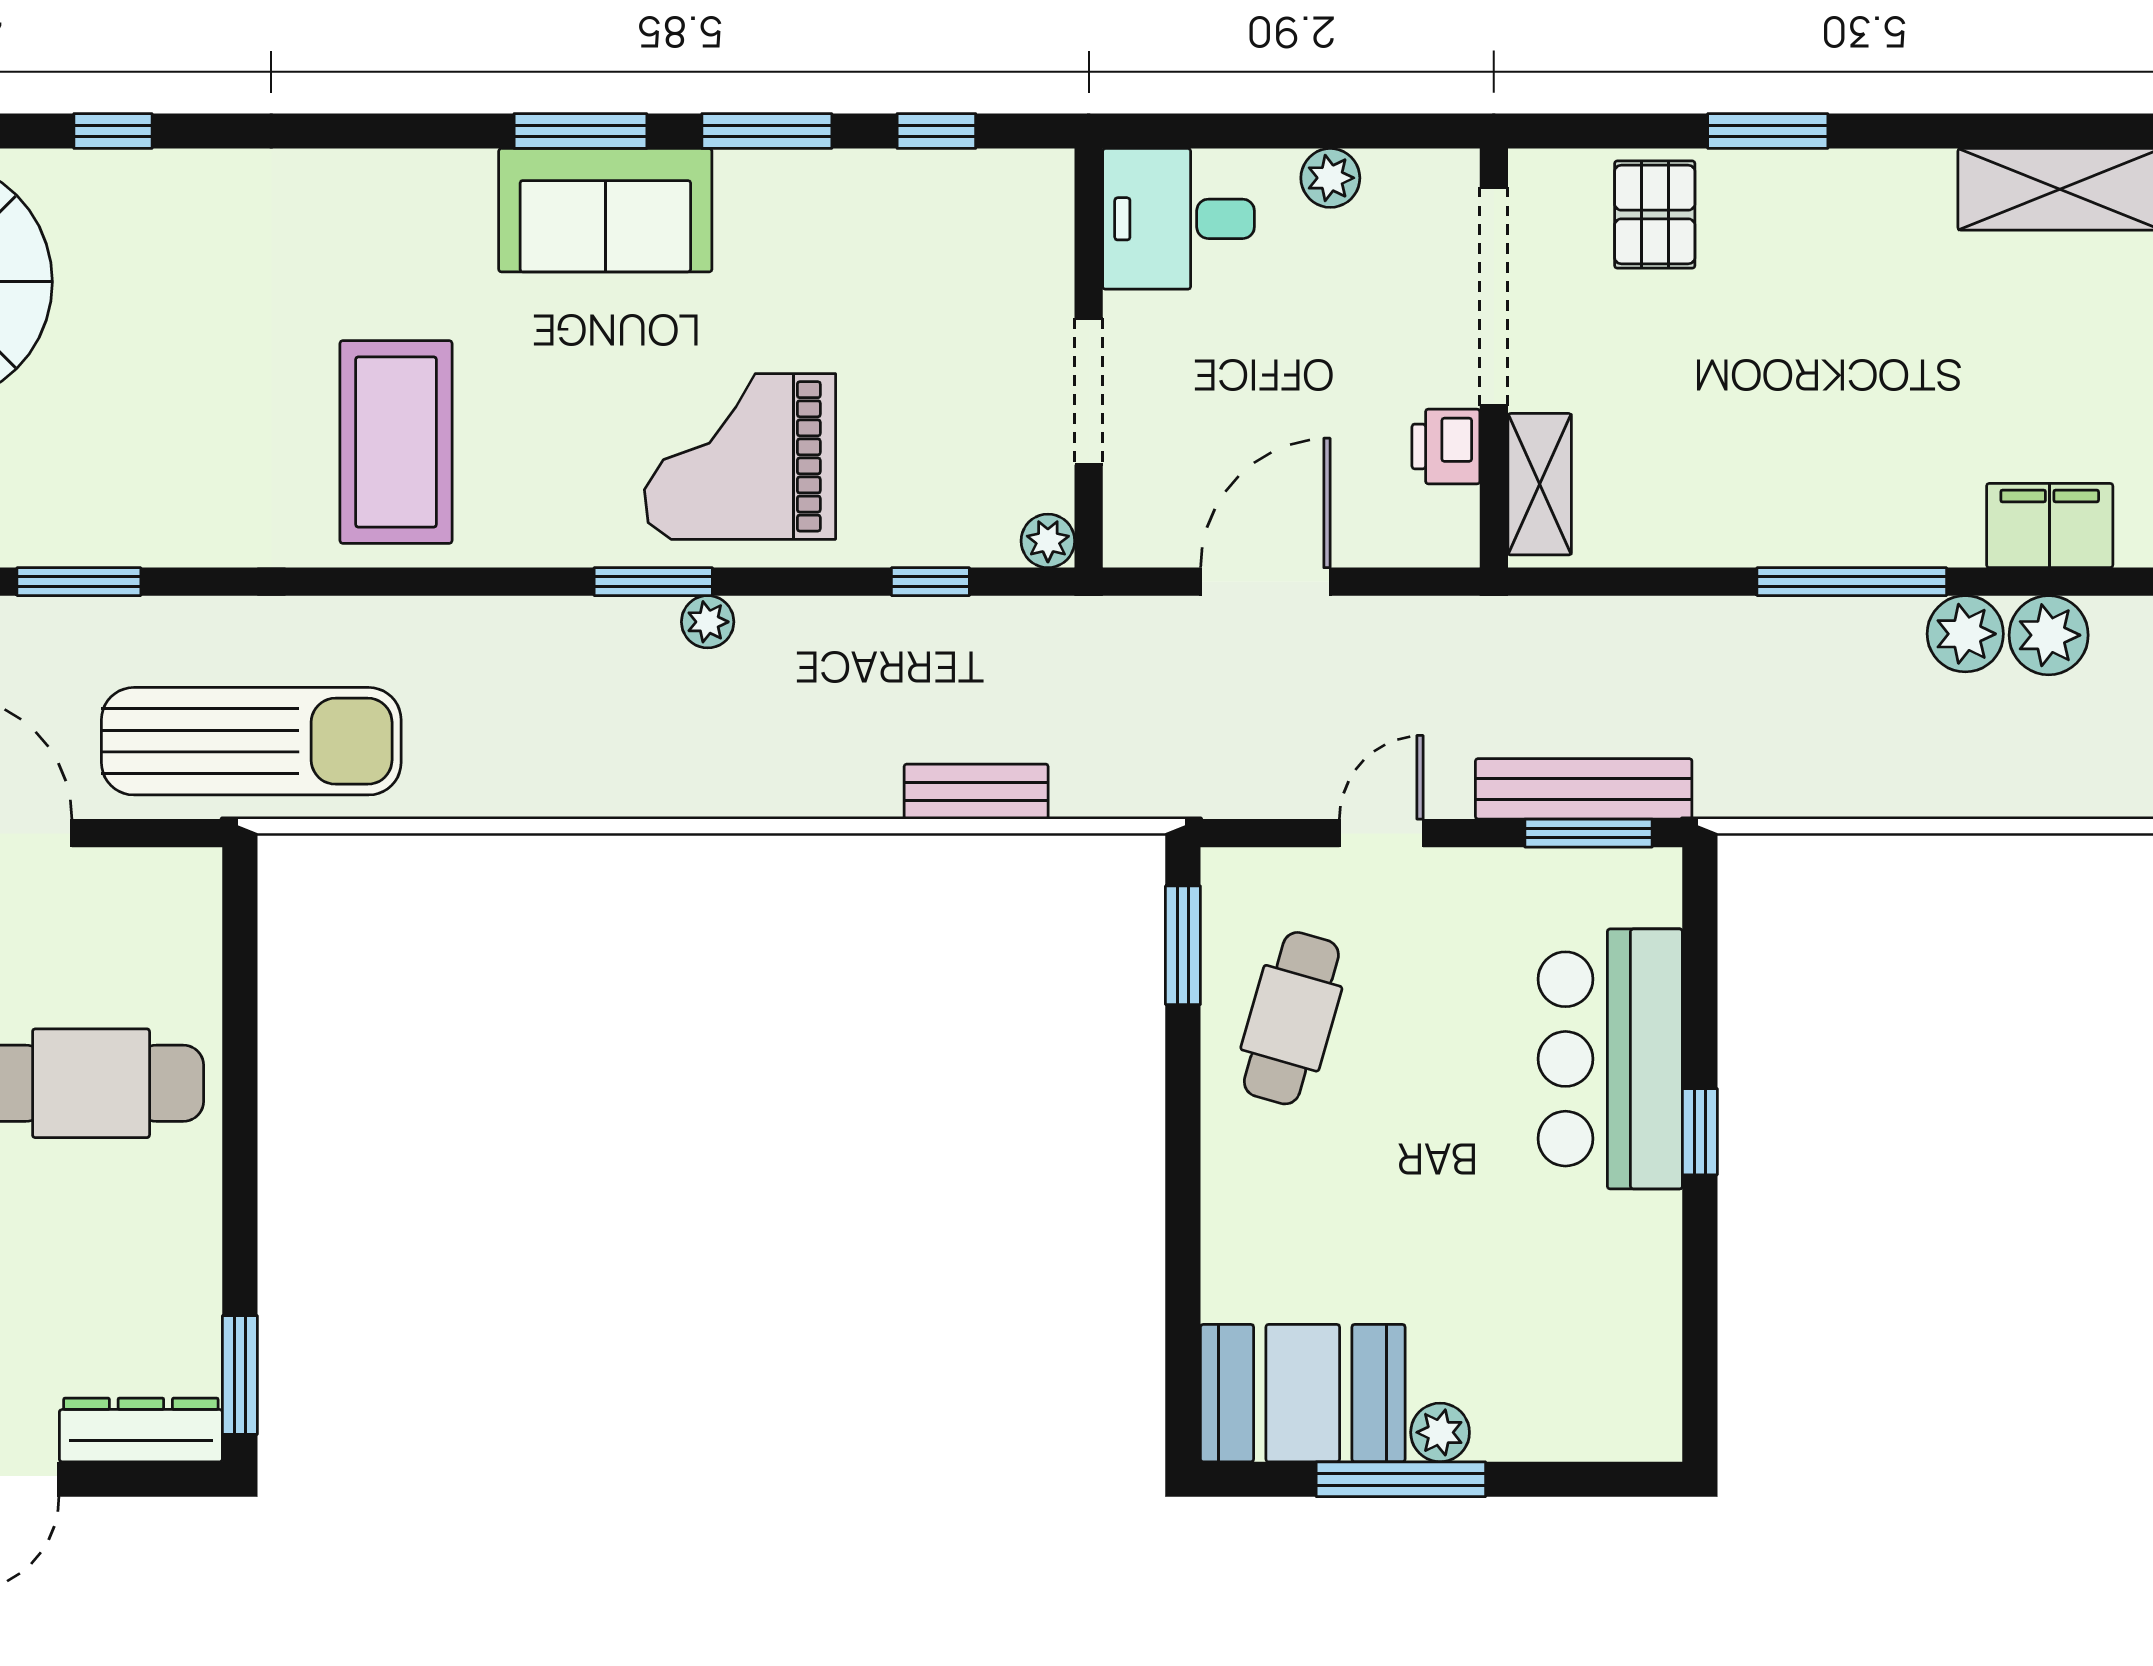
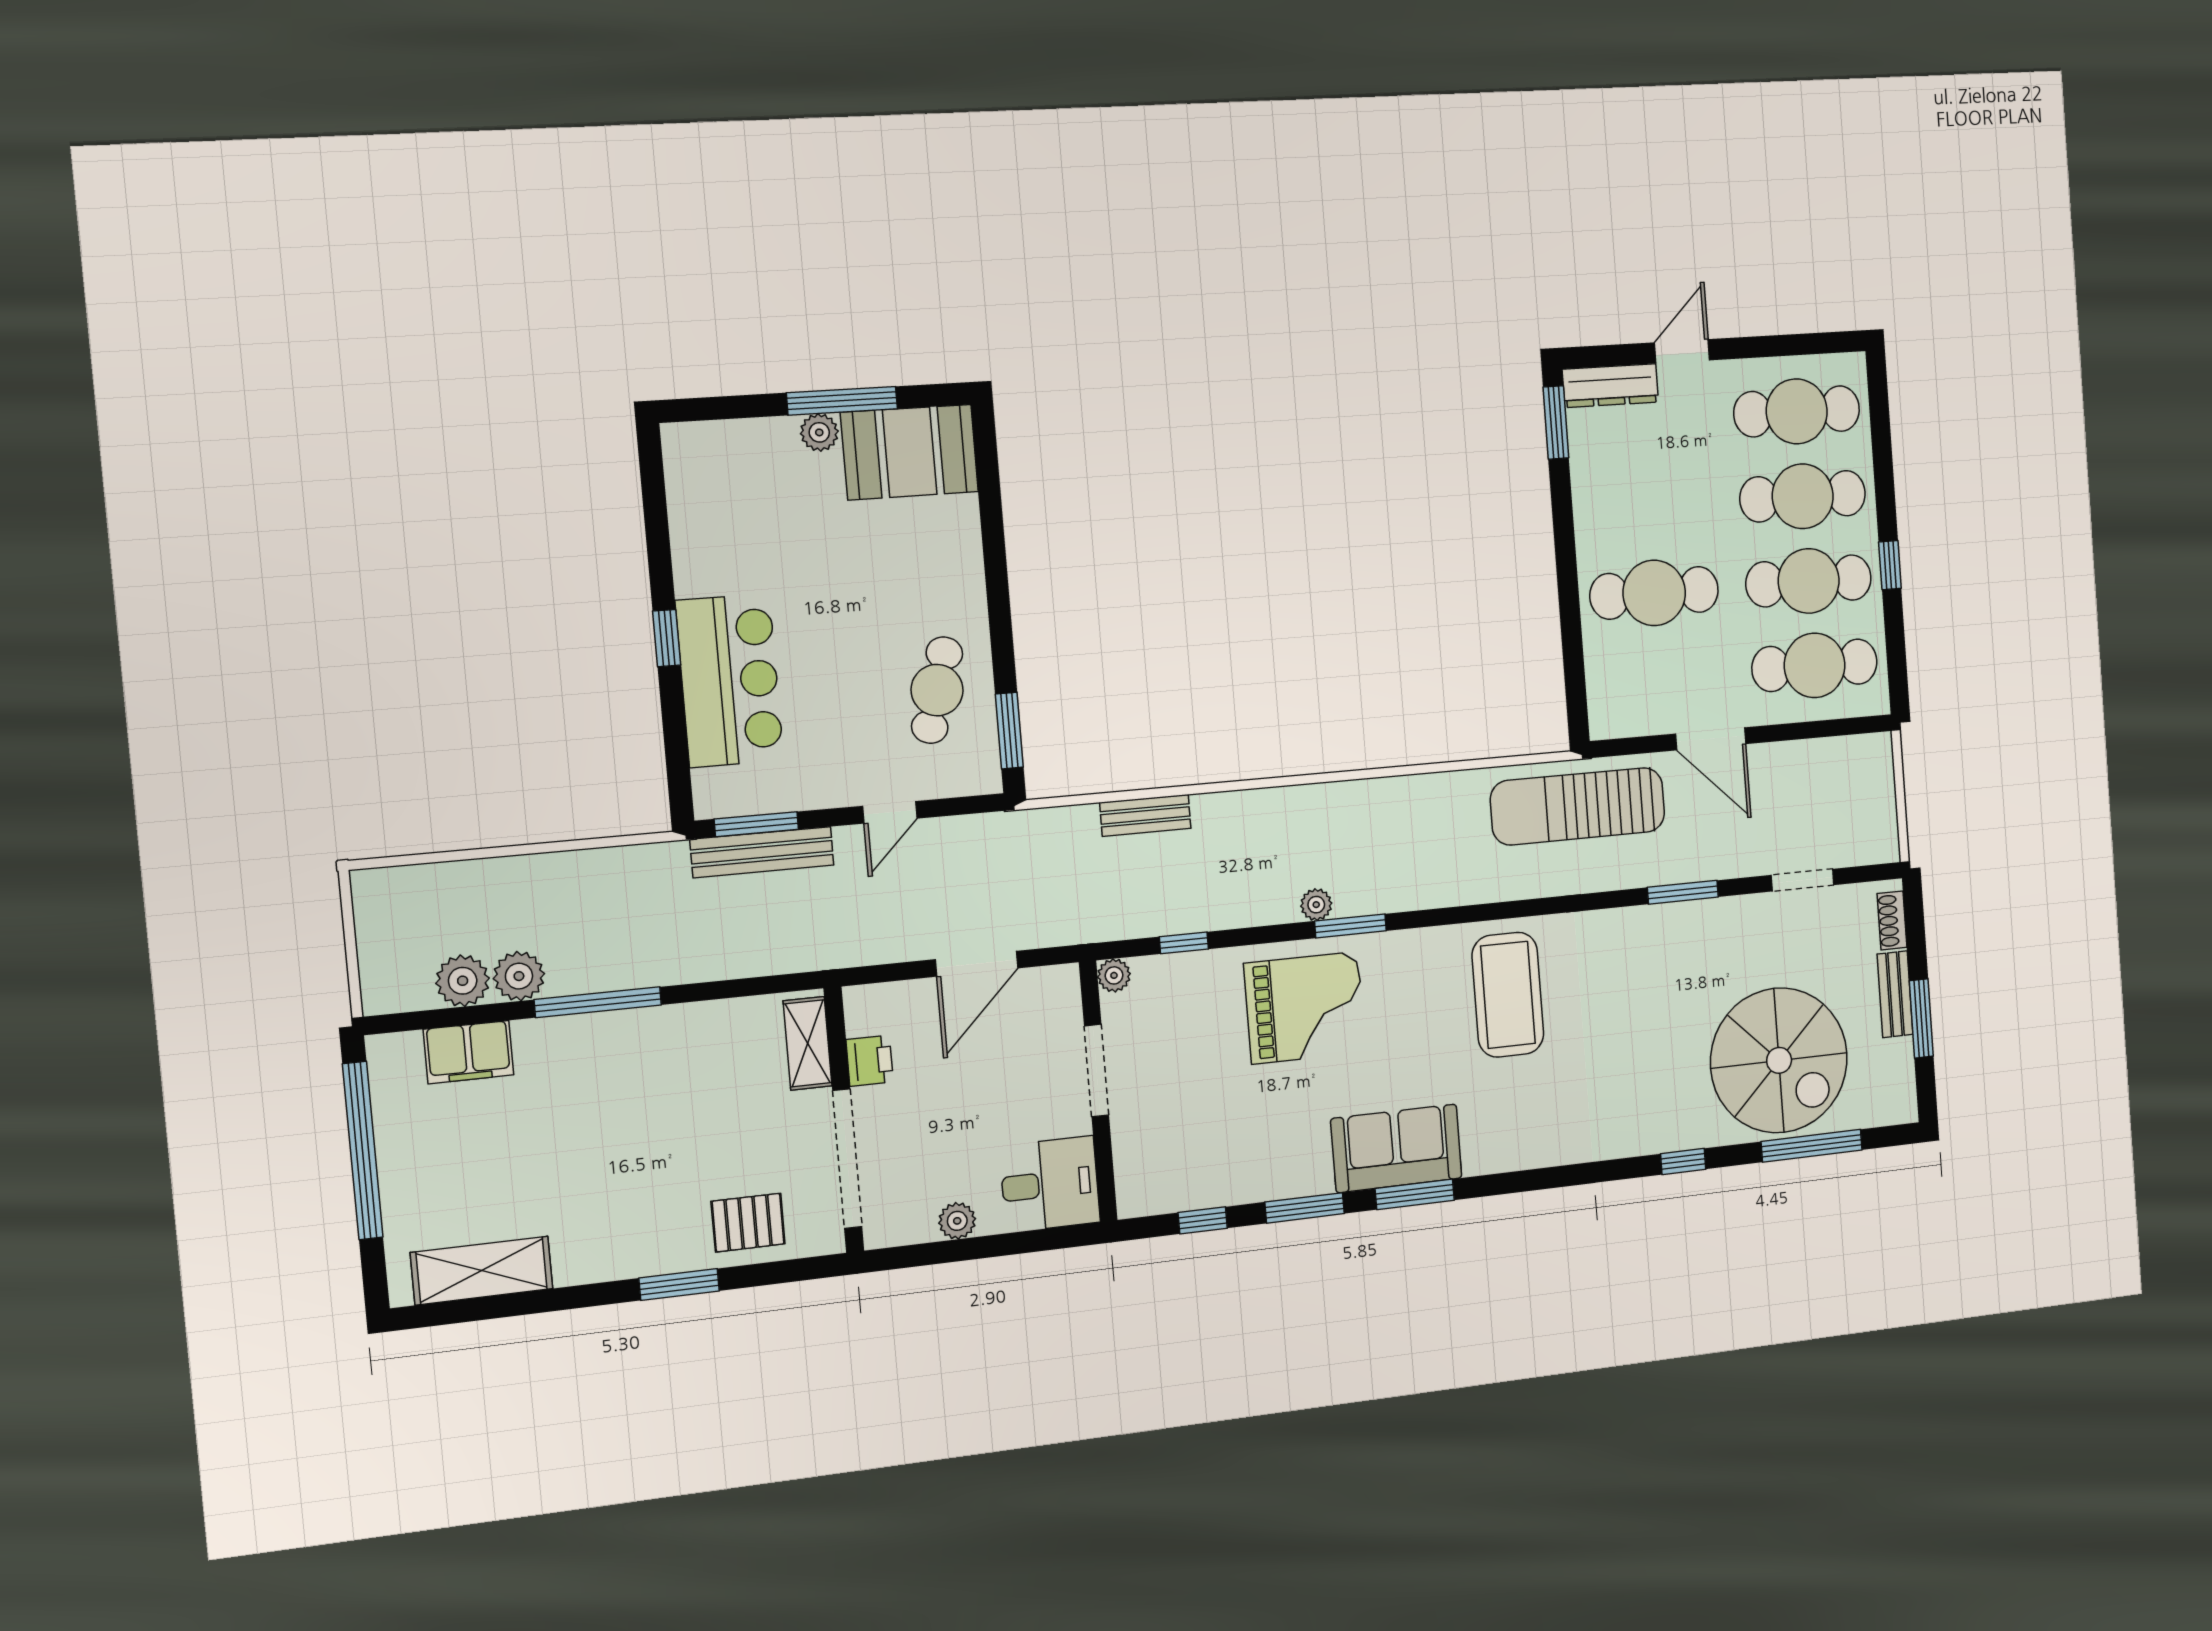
pallet: (1655, 215) -> (748, 1223), turned 90

